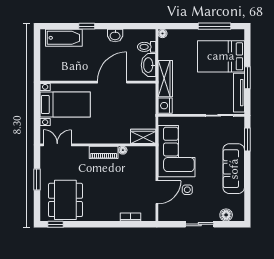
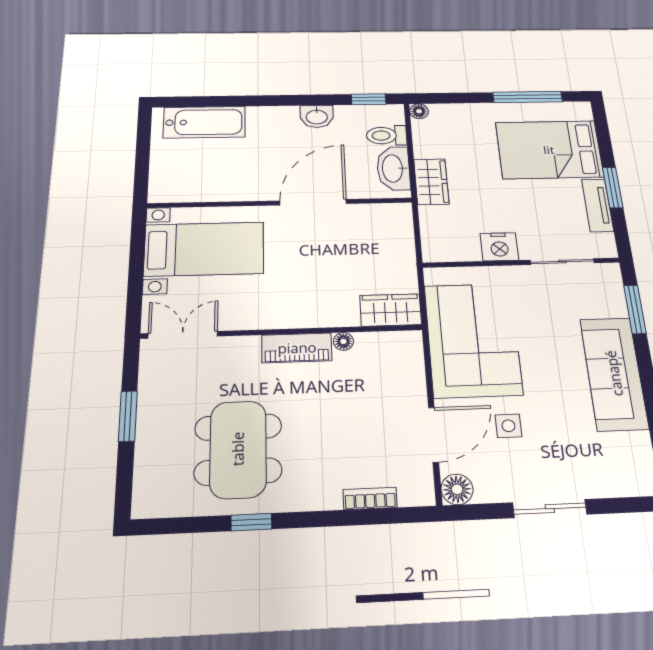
window: (87, 26) -> (369, 99), moved
wardrobe: (165, 79) -> (431, 182), width x0.67
tv unit: (239, 93) -> (597, 205), width x0.71
nightstand: (165, 106) -> (499, 247), moved, turned -90
dining table: (65, 200) -> (238, 449), moved
floor lamp: (226, 215) -> (457, 489), moved
window: (55, 224) -> (251, 522), moved

